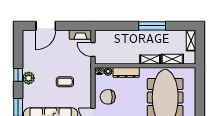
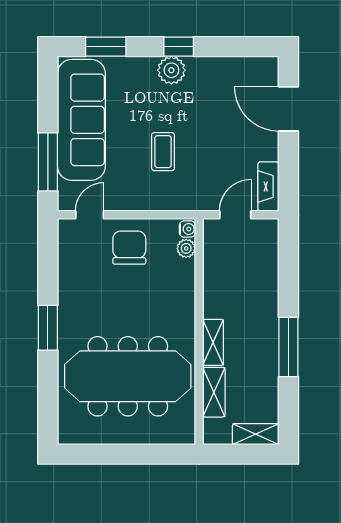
dresser: (126, 72) -> (184, 289), removed

